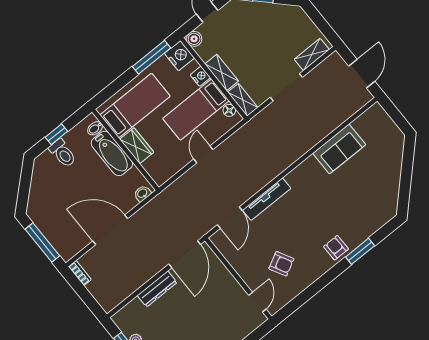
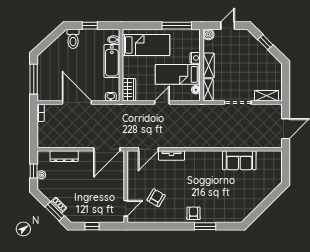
nightstand: (179, 56) -> (193, 37), removed
wardrobe: (137, 146) -> (129, 90), moved
toilet: (63, 153) -> (73, 39), moved
tv unit: (267, 199) -> (172, 156), width x0.71
armchair: (281, 264) -> (156, 198), turned -122
dresser: (157, 289) -> (64, 156), moved

